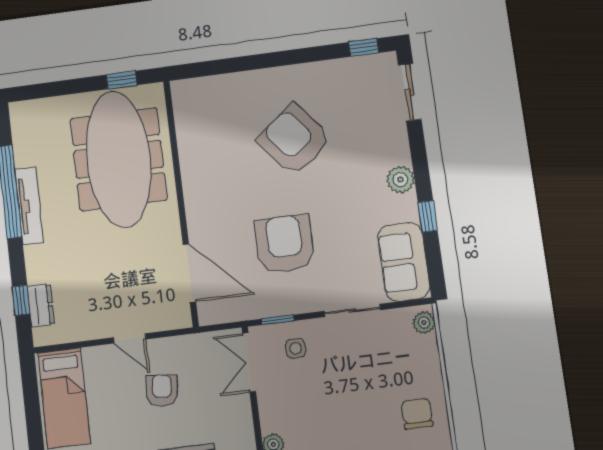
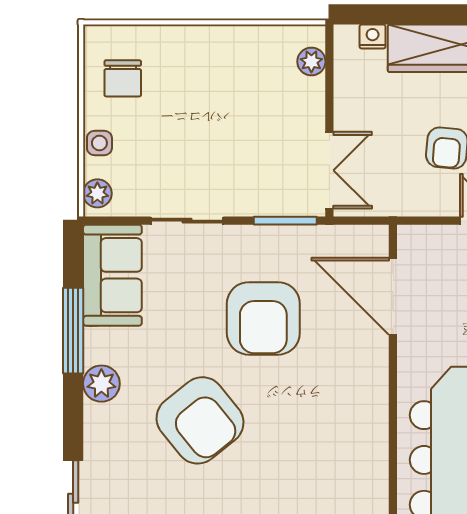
armchair: (294, 140) -> (200, 420), moved
window: (428, 216) -> (73, 331), width x2.17
window: (278, 320) -> (285, 221), width x1.50
side table: (296, 348) -> (99, 143), moved

